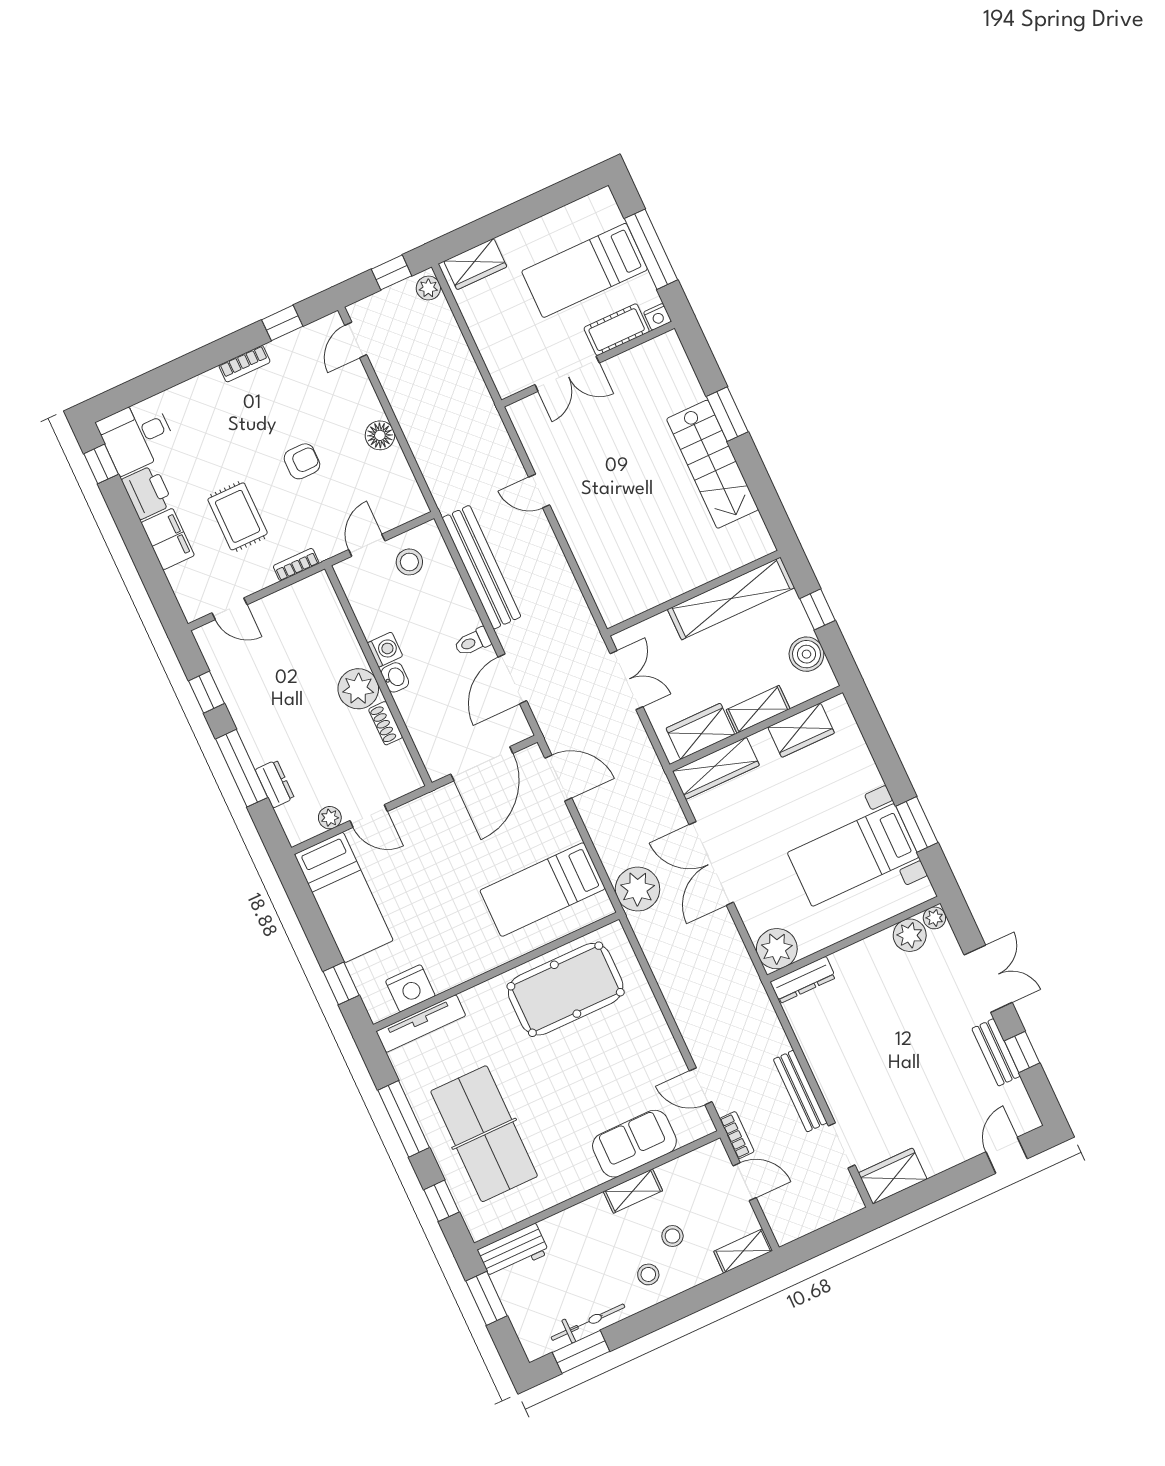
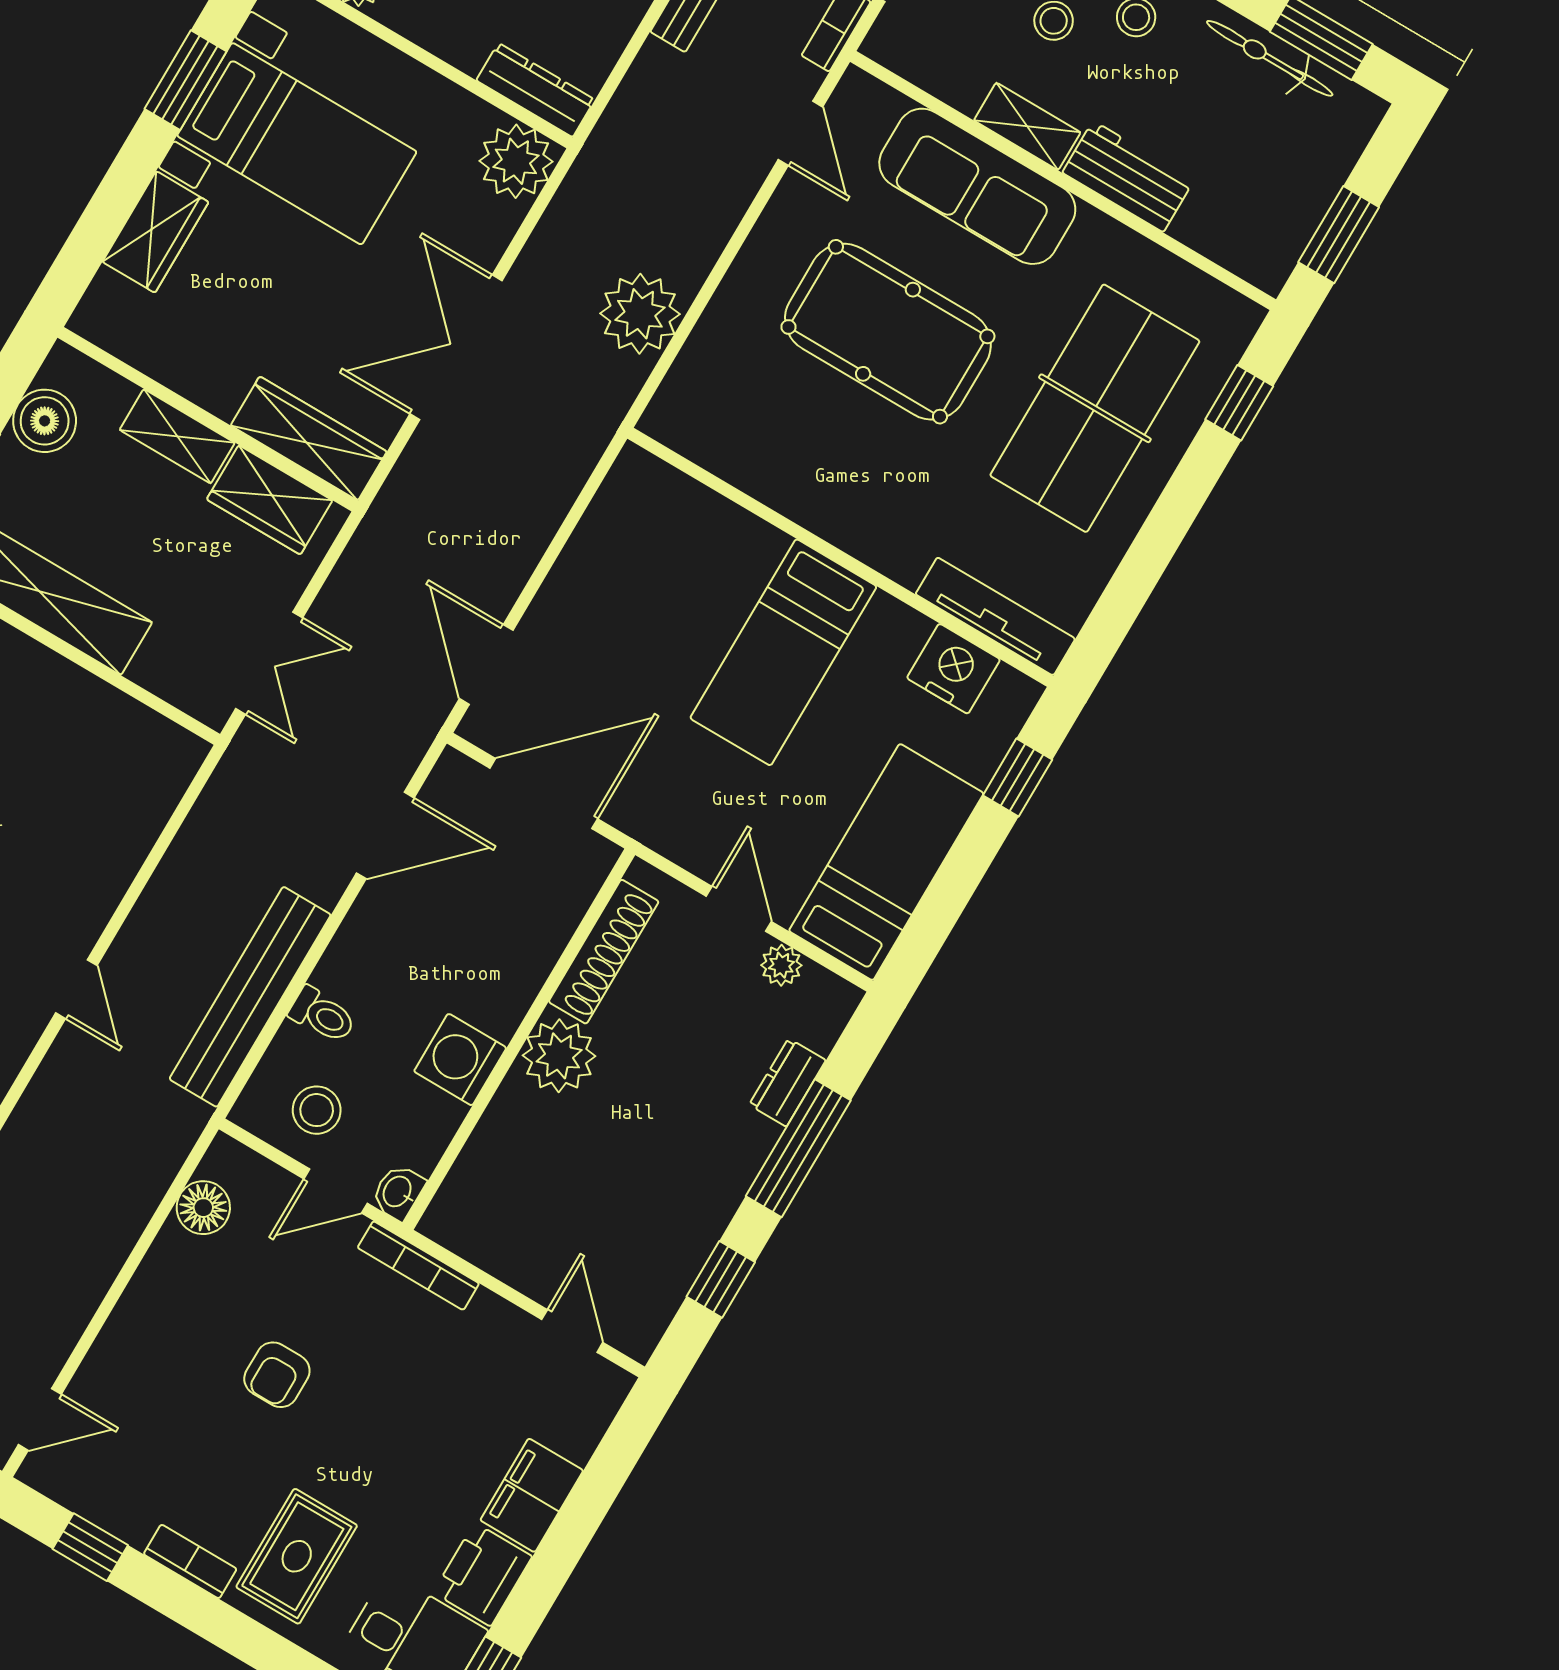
floor lamp: (380, 435) -> (203, 1208), moved
armchair: (302, 461) -> (277, 1375), turned -90
rug: (238, 516) -> (297, 1556), moved
bookcase: (296, 565) -> (418, 1266), width x1.56
toilet: (473, 642) -> (322, 1015), moved
washing machine: (385, 650) -> (460, 1060), width x1.38, depth x1.38
washbasin: (395, 677) -> (398, 1192), moved
double door: (627, 680) -> (269, 663), swing flipped
shoe rack: (386, 723) -> (604, 952), width x1.94, depth x1.24
wardrobe: (801, 730) -> (156, 232), moved, turned 90
double door: (711, 863) -> (456, 347), swing flipped
plant: (638, 889) -> (640, 314), moved
bed: (543, 890) -> (783, 652), moved, turned 90
pool table: (566, 989) -> (888, 332), moved
window: (404, 1119) -> (1156, 544), removed
sofa: (634, 1144) -> (977, 186), width x1.36
workbench: (513, 1251) -> (1128, 176), moved

